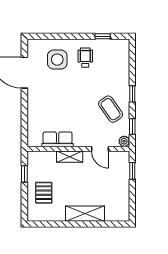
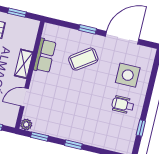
wheelchair: (85, 58) -> (123, 105), turned 180
window: (24, 106) -> (88, 29), added
coffee table: (111, 109) -> (83, 59), moved

